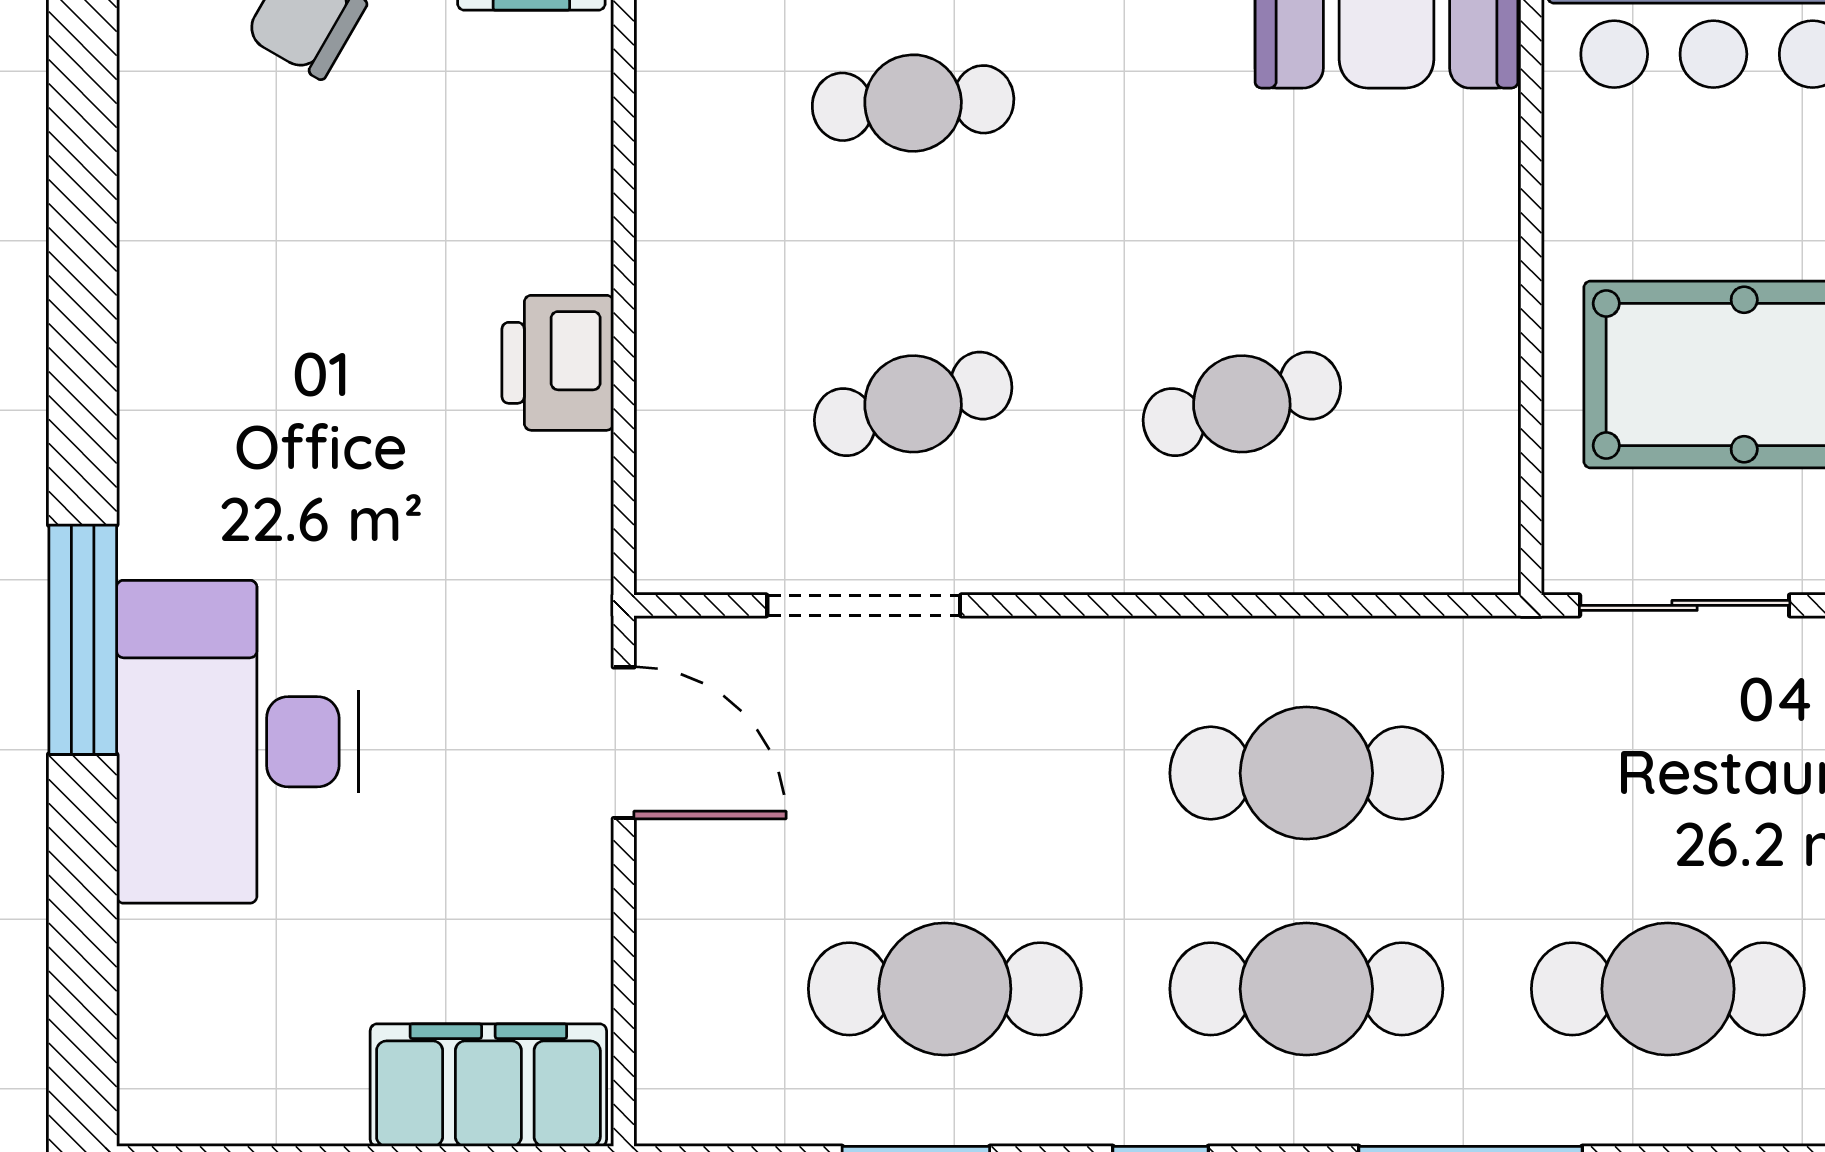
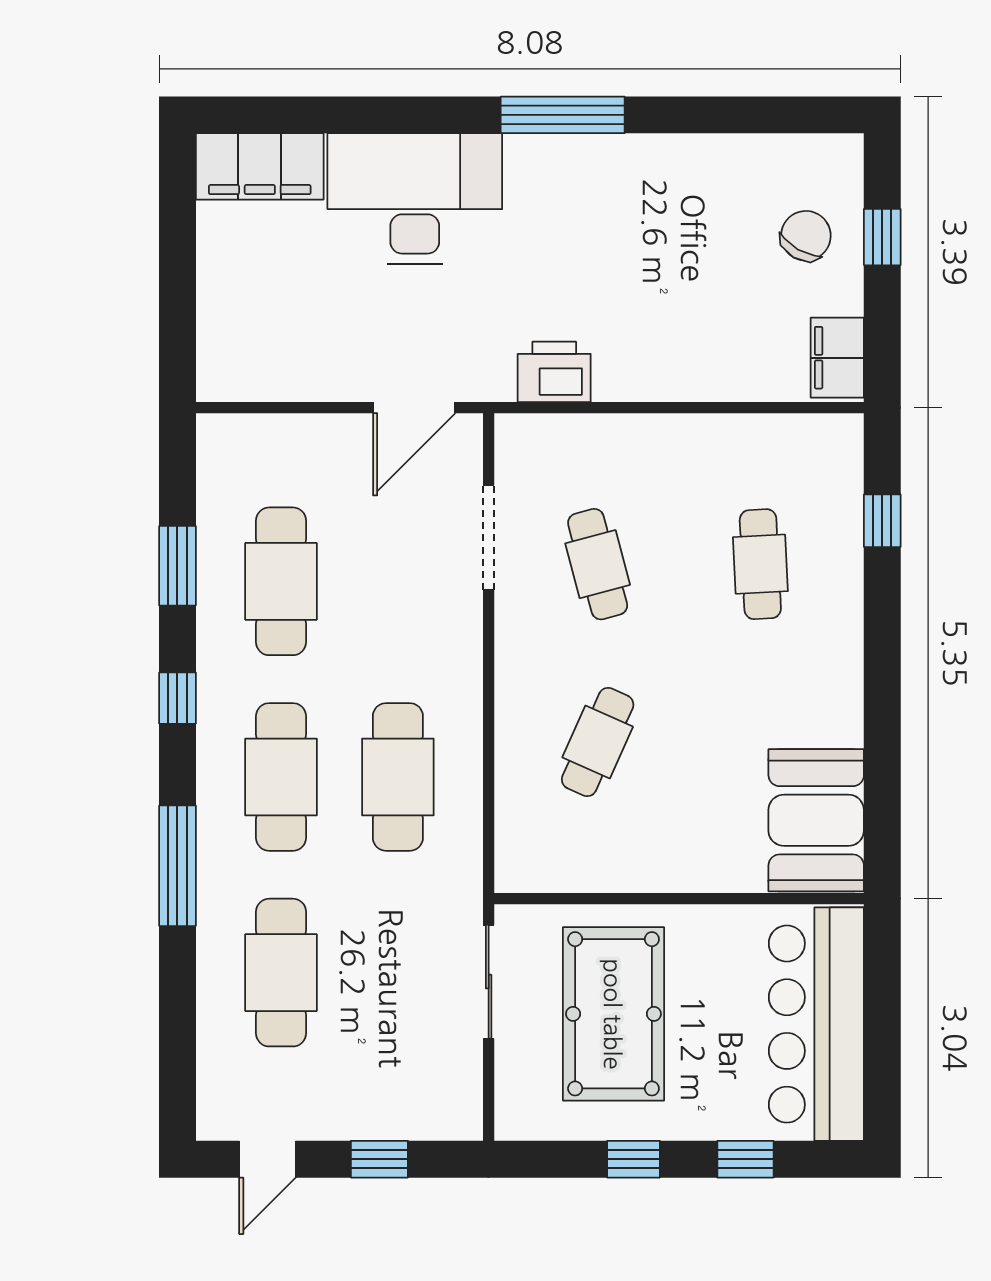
printer: (558, 363) -> (554, 372), moved
cafe table: (1242, 404) -> (598, 742), turned 39
window: (83, 640) -> (563, 115), moved
filing cabinet: (488, 1085) -> (260, 166), moved, turned 90

